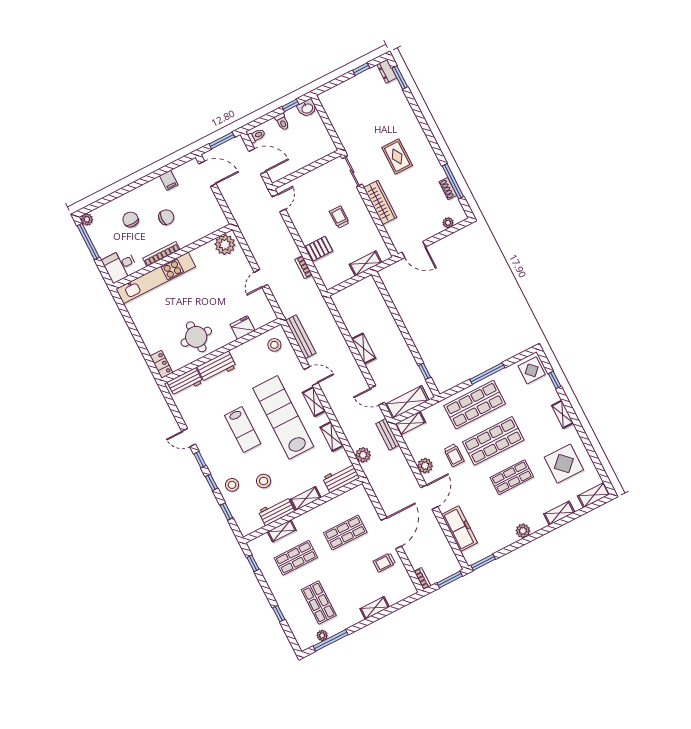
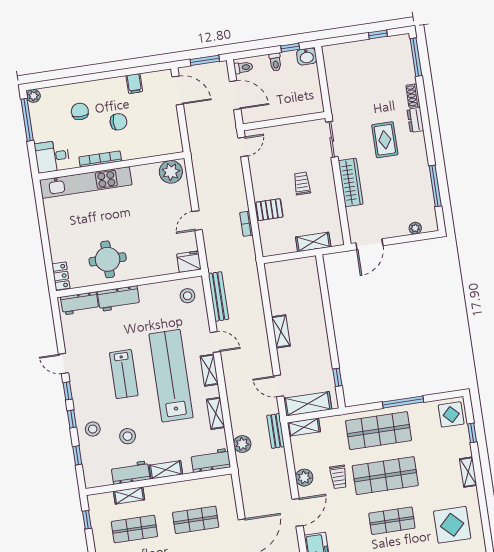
dresser: (387, 71) -> (415, 120), moved
window: (400, 78) -> (416, 57), width x1.44
shoe rack: (448, 189) -> (413, 96), moved
door: (414, 249) -> (369, 244), hinge flipped
fridge: (243, 328) -> (189, 262), moved

